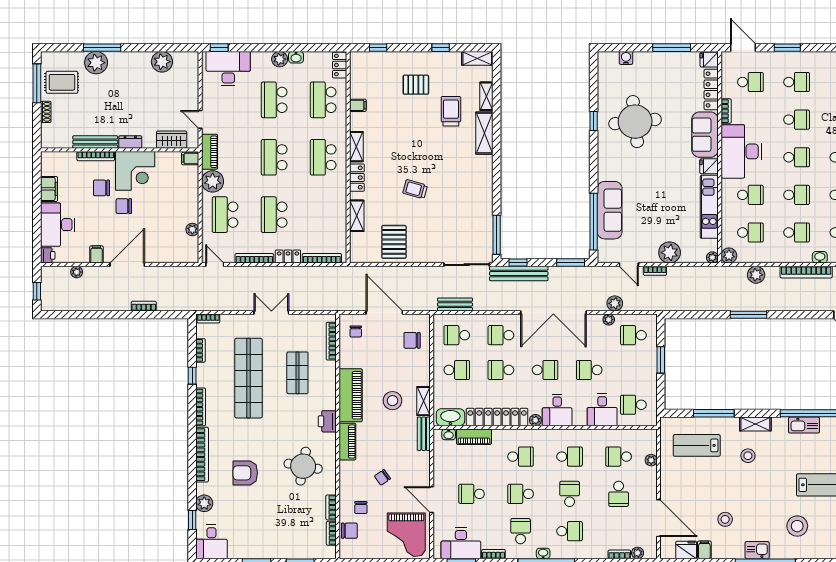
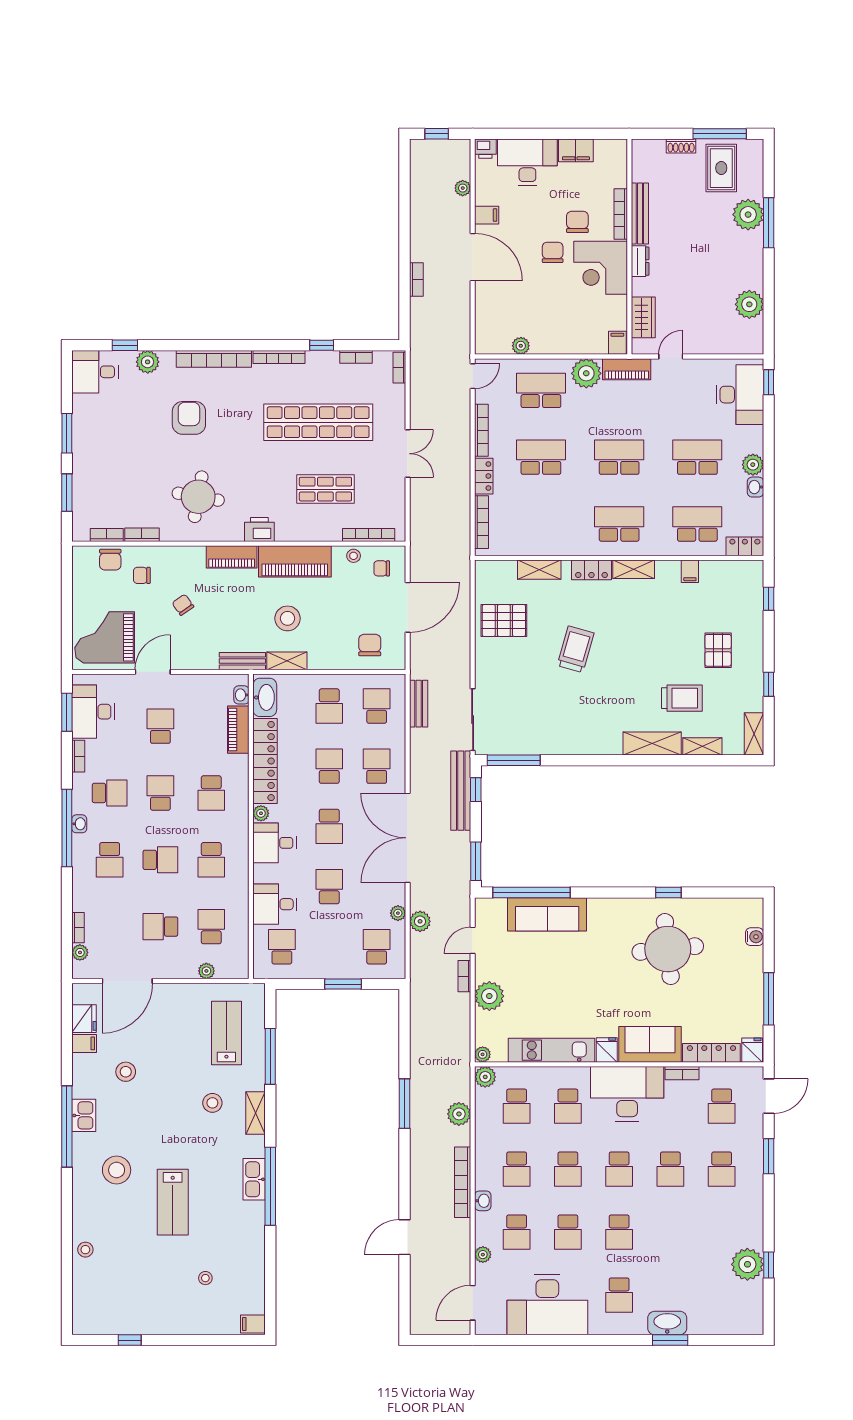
trolley: (415, 189) -> (576, 649), width x1.36, depth x1.39
stool: (346, 352) -> (354, 556), added

